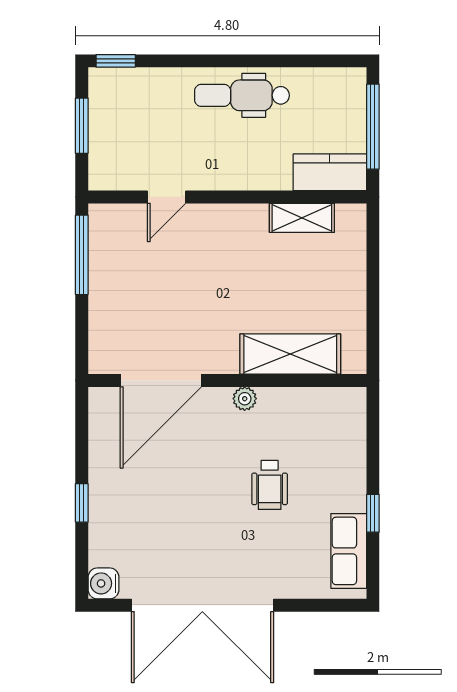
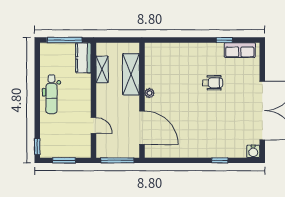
shelving: (290, 354) -> (131, 74), moved
door: (161, 381) -> (142, 128), moved
wall: (227, 381) -> (142, 100), moved
plant: (245, 399) -> (149, 93), moved

